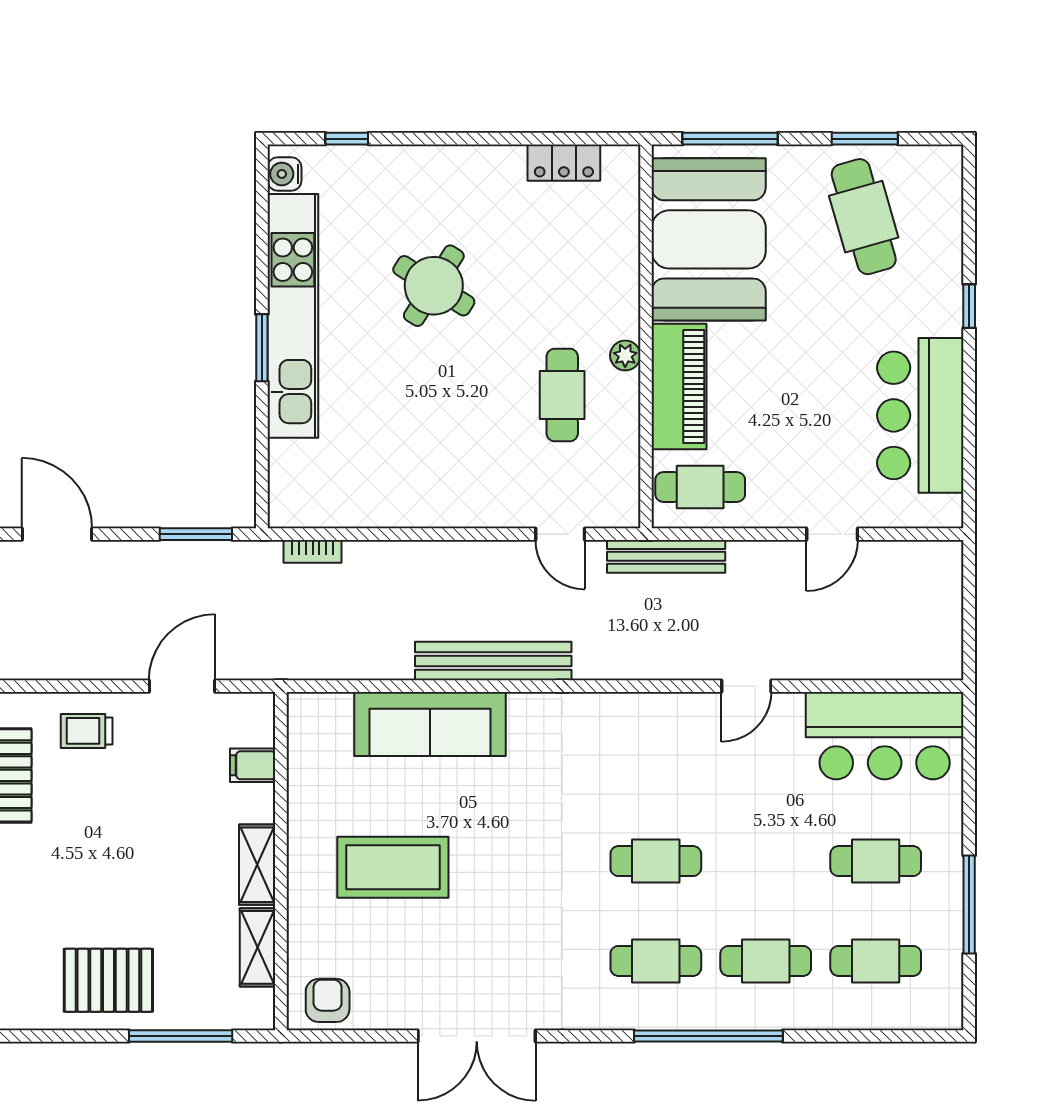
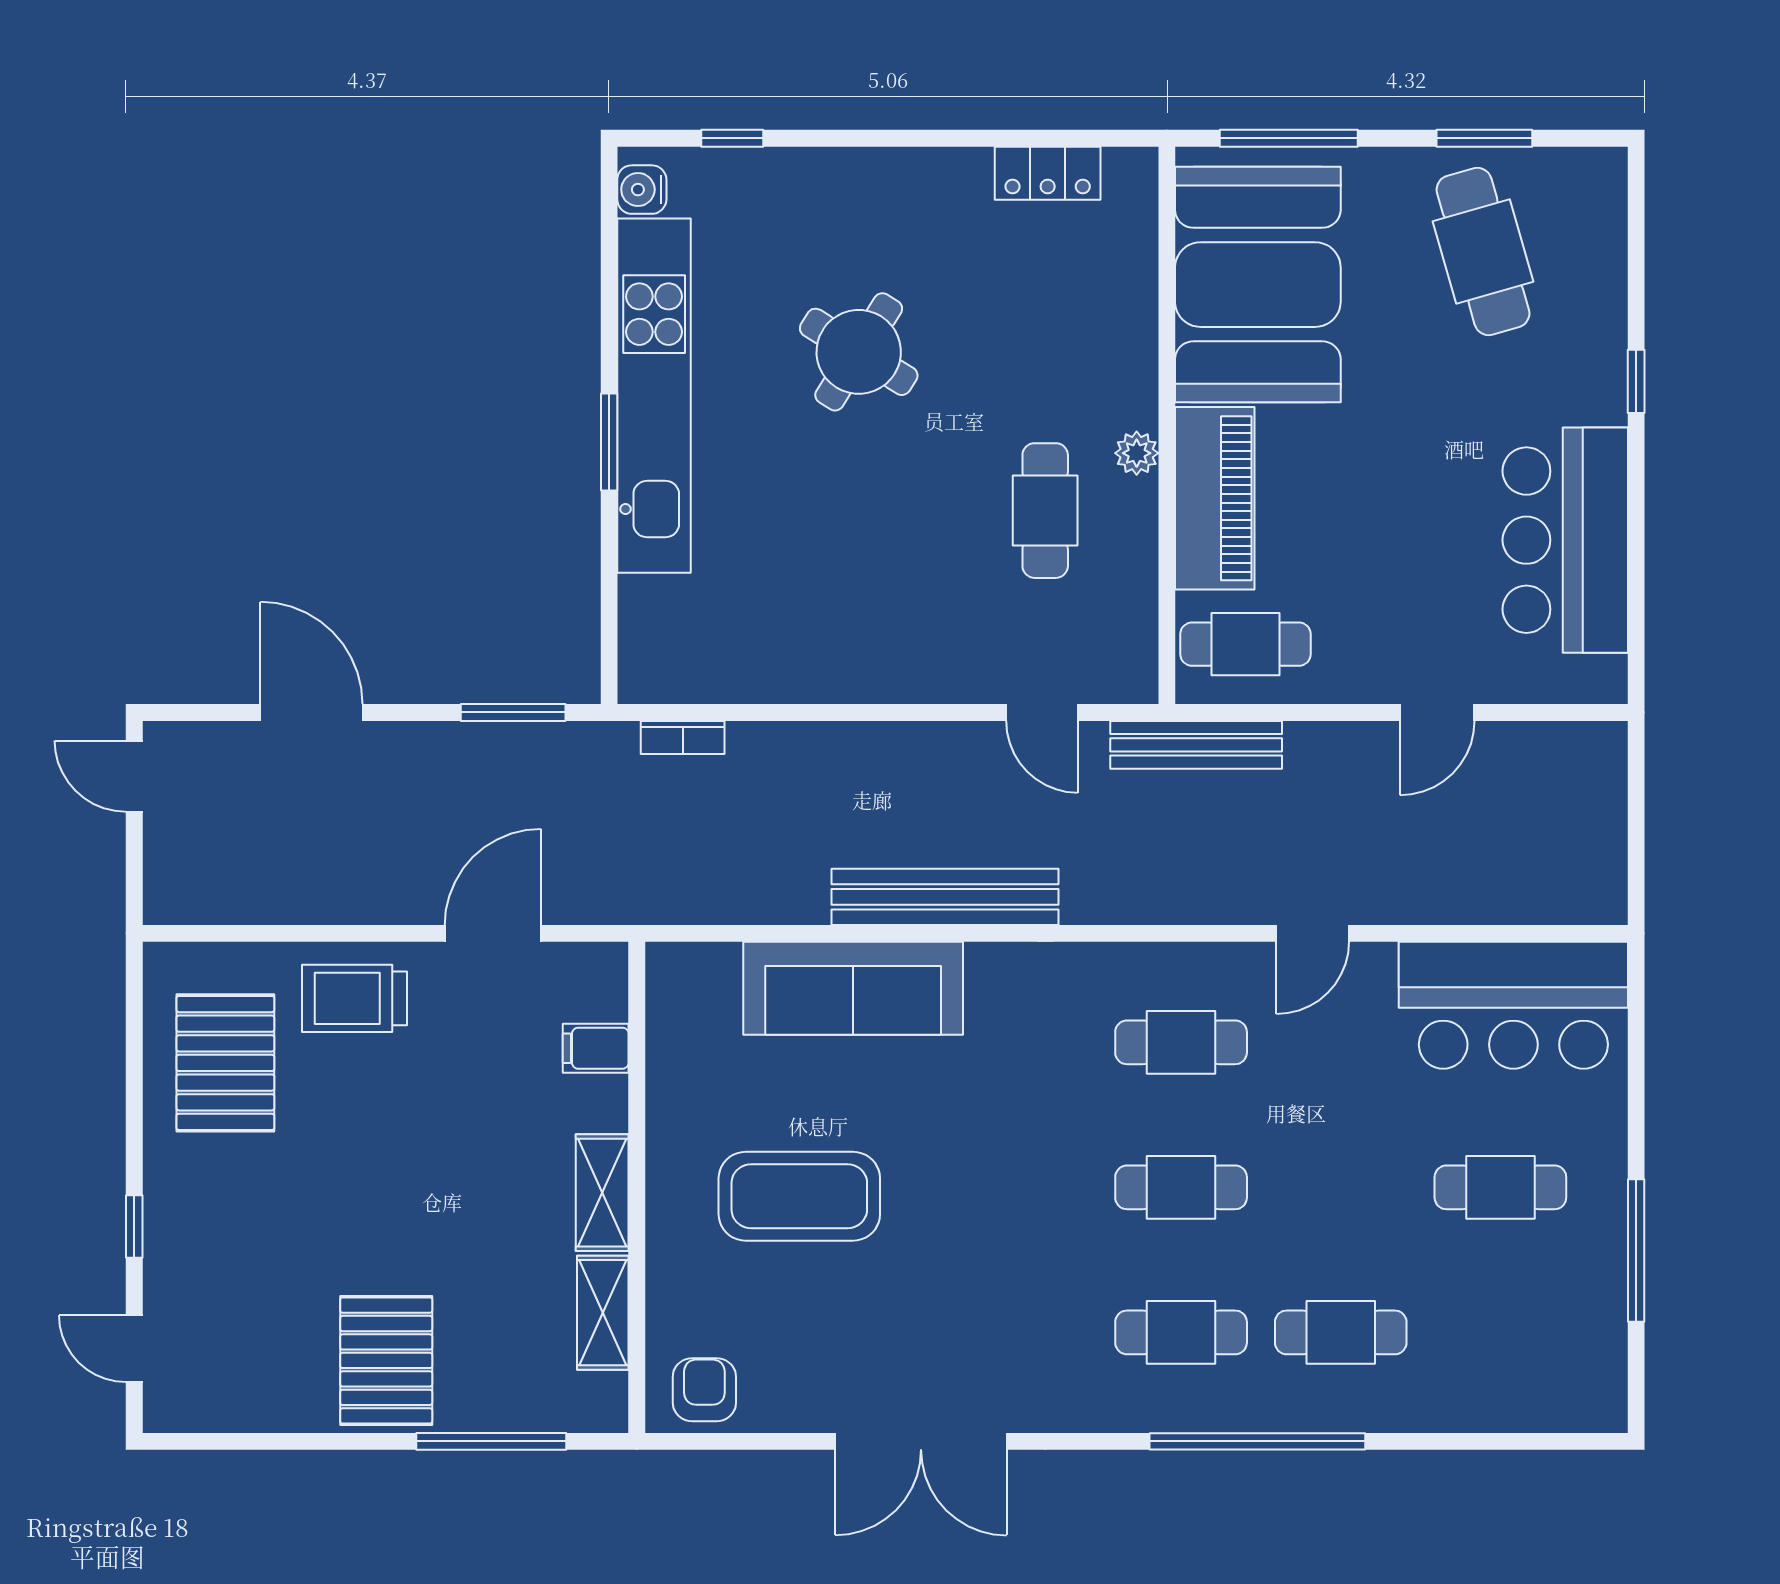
trolley: (87, 731) -> (354, 998), width x1.36, depth x1.39
cafe table: (876, 961) -> (1181, 1042), moved
pallet: (108, 980) -> (386, 1360), turned 90

